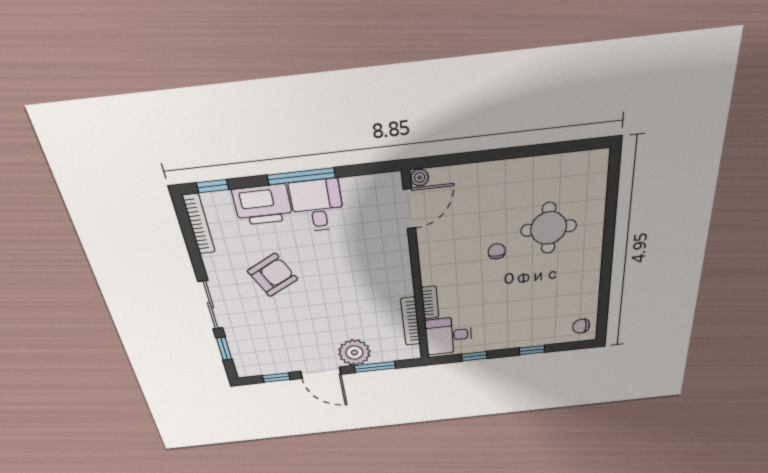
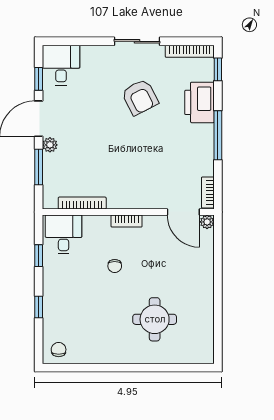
bookcase: (380, 181) -> (208, 193), added
desk: (317, 205) -> (61, 65), moved, turned -90
chair: (497, 251) -> (115, 266), moved, turned 90
bookcase: (430, 303) -> (127, 221), moved
sliding door: (211, 305) -> (137, 41), moved
window: (224, 349) -> (75, 41), removed
plant: (354, 353) -> (50, 145), width x0.53, depth x0.53

